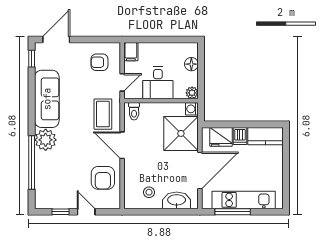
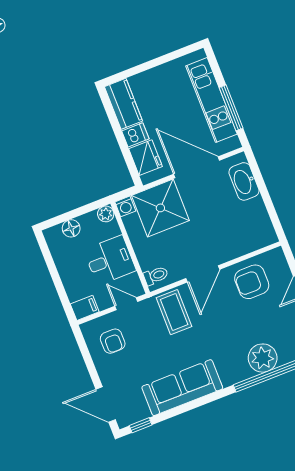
coffee table: (103, 114) -> (174, 312), turned 90
plant: (46, 140) -> (263, 358), moved
armchair: (103, 178) -> (252, 282), turned 180
stool: (149, 192) -> (247, 219), removed

